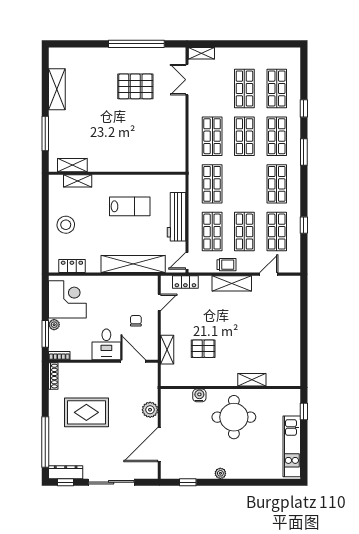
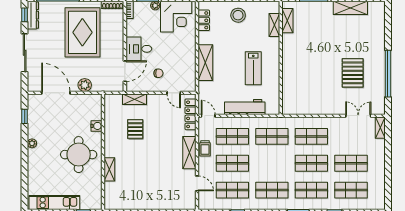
shelving: (133, 264) -> (205, 63), width x0.68
locker: (185, 282) -> (191, 114), width x1.53
rug: (86, 412) -> (82, 32), width x1.37, depth x1.44

